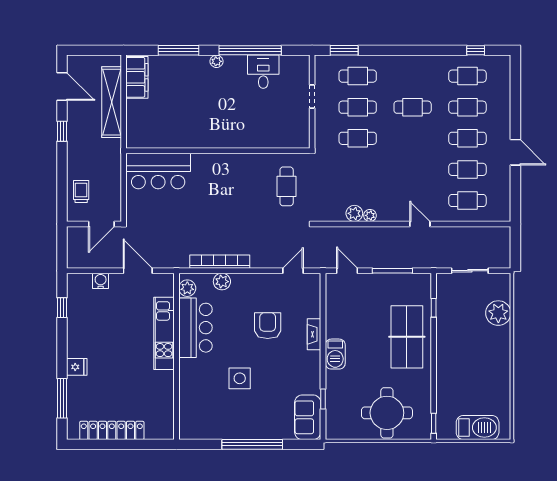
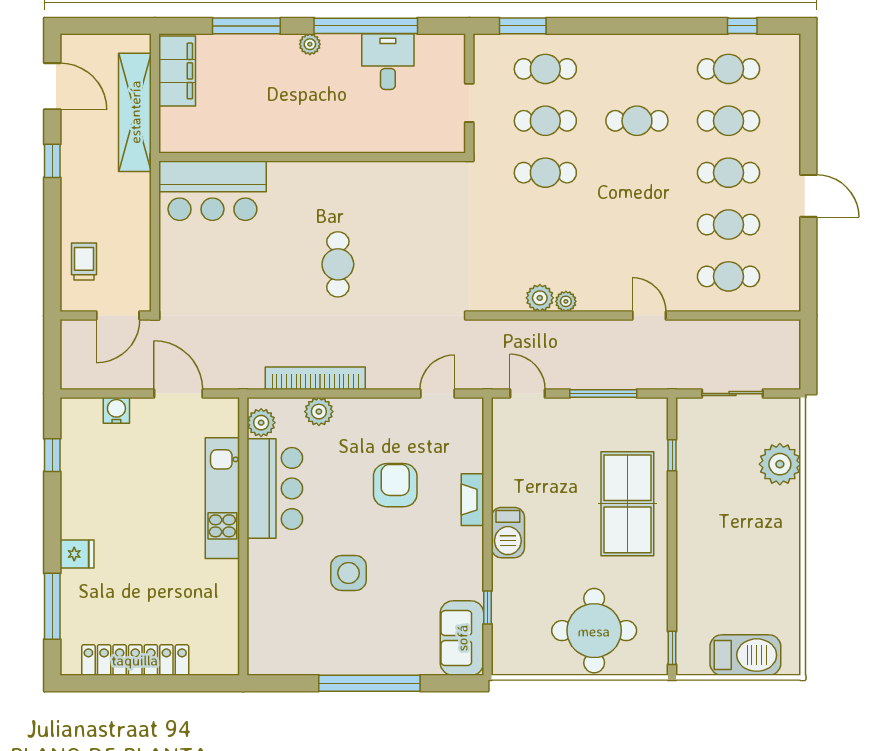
wall: (218, 151) -> (312, 157), moved
bar counter: (158, 171) -> (212, 191), moved
cafe table: (287, 186) -> (338, 264), moved

